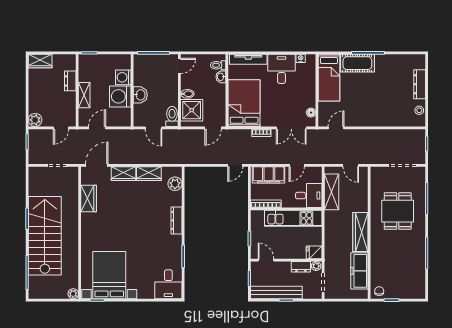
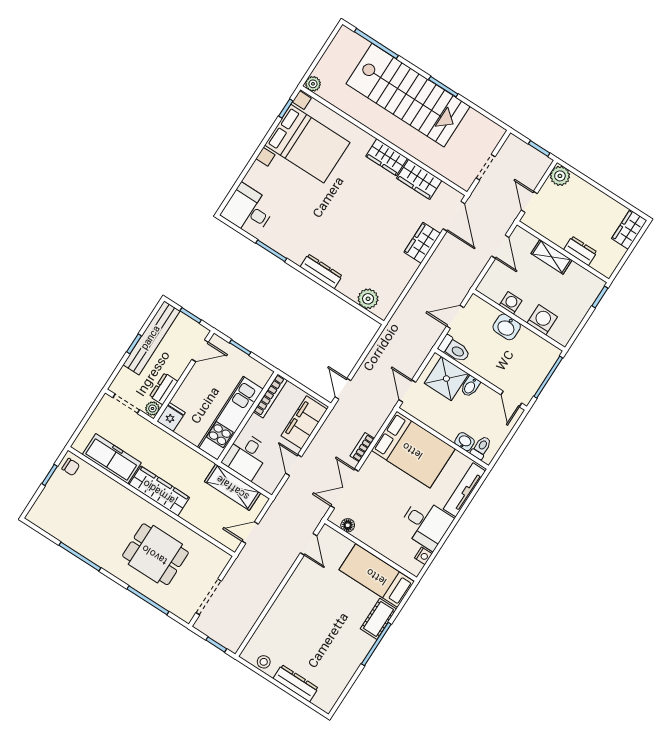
cot: (357, 63) -> (378, 619), width x0.73, depth x0.75
washing machine: (120, 96) -> (511, 303), width x0.53, depth x0.53
wardrobe: (149, 174) -> (387, 157), moved, turned -90

